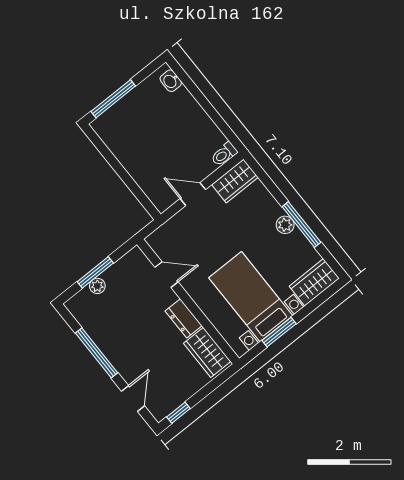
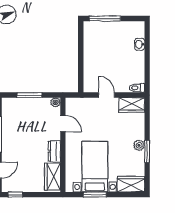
washbasin: (171, 81) -> (140, 44), moved
window: (301, 224) -> (147, 151), width x0.69
plant: (97, 286) -> (56, 102), moved

